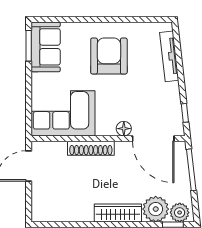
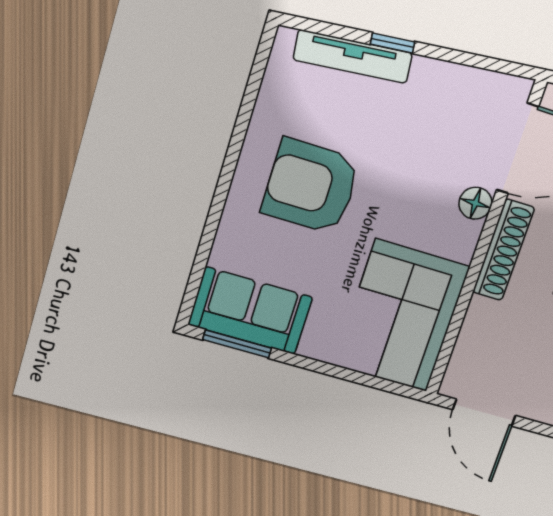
window: (185, 113) -> (393, 43), moved
shoe rack: (91, 148) -> (503, 250), moved

